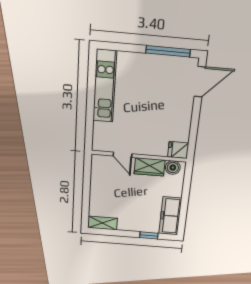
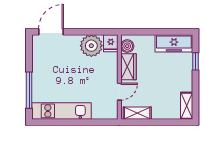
window: (168, 51) -> (29, 90), moved
door: (200, 82) -> (51, 32), hinge flipped
plant: (178, 128) -> (91, 46), added
shelving: (97, 172) -> (137, 113), added

